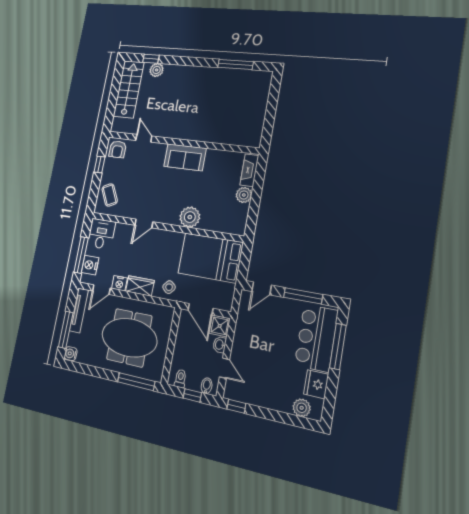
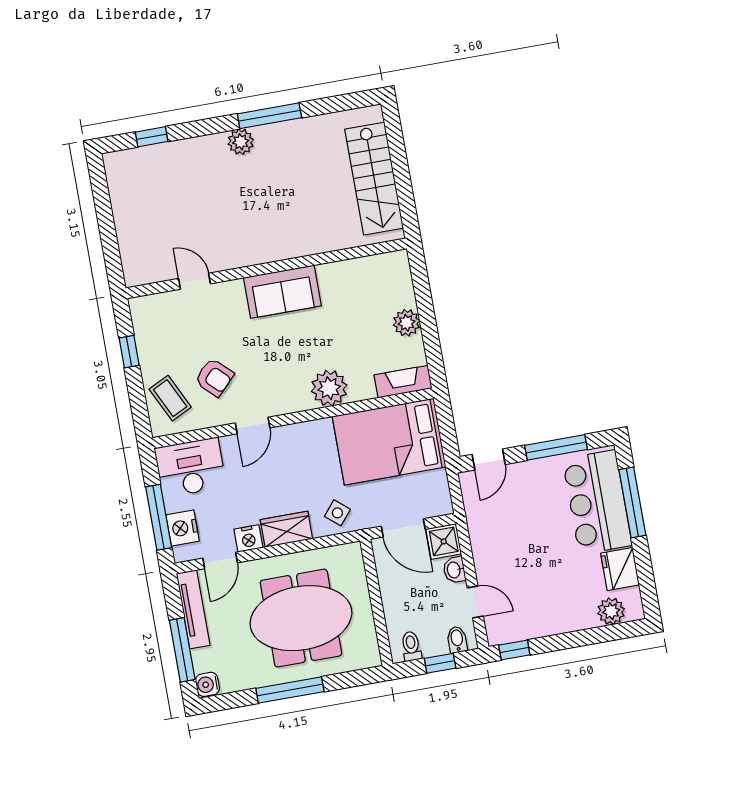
window: (235, 64) -> (269, 116), moved
plant: (157, 70) -> (241, 142), moved
stairs: (129, 89) -> (374, 179), moved, turned 180
armchair: (118, 149) -> (214, 377), moved, turned -46
fireplace: (249, 170) -> (403, 382), moved, turned 90
desk: (101, 234) -> (190, 468), width x1.37
window: (136, 382) -> (290, 690), moved

